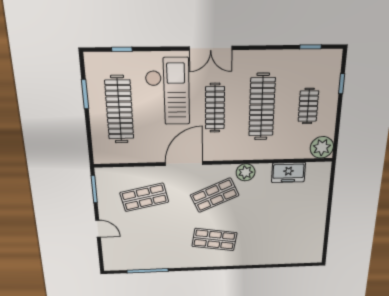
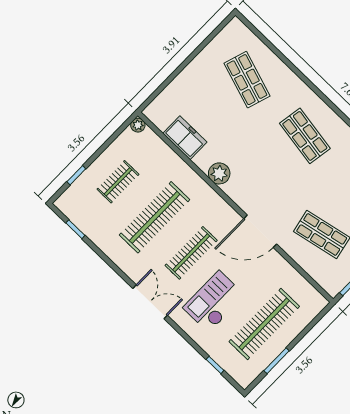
checkout: (168, 92) -> (214, 302), width x0.73, depth x0.83
plant: (322, 147) -> (138, 125), width x0.53, depth x0.53
shop shelf: (215, 195) -> (247, 80), moved, turned 42

